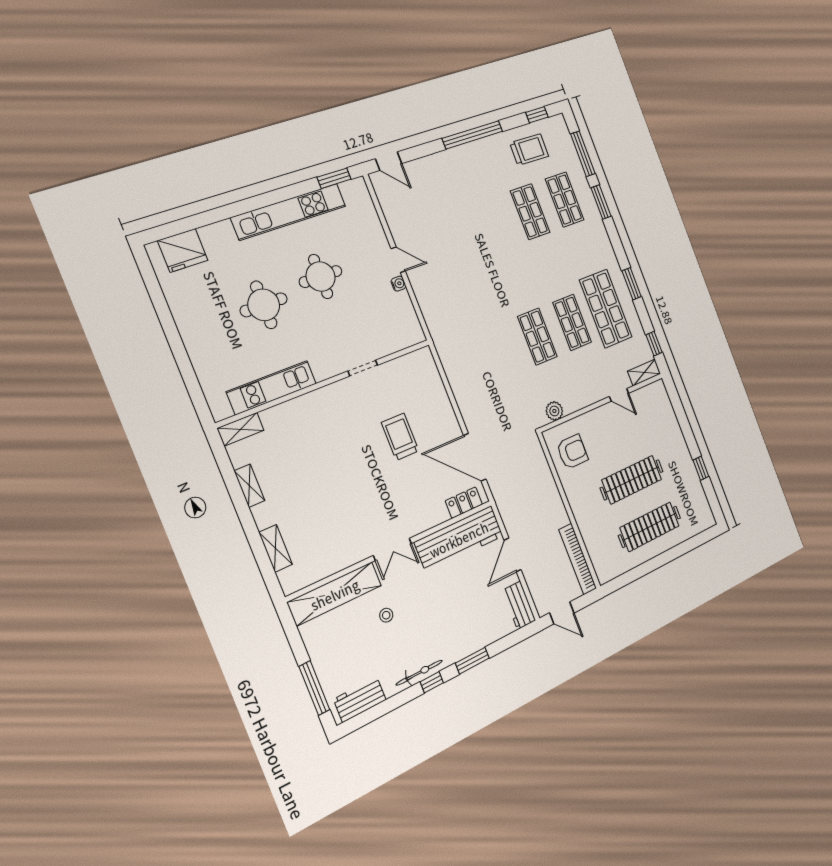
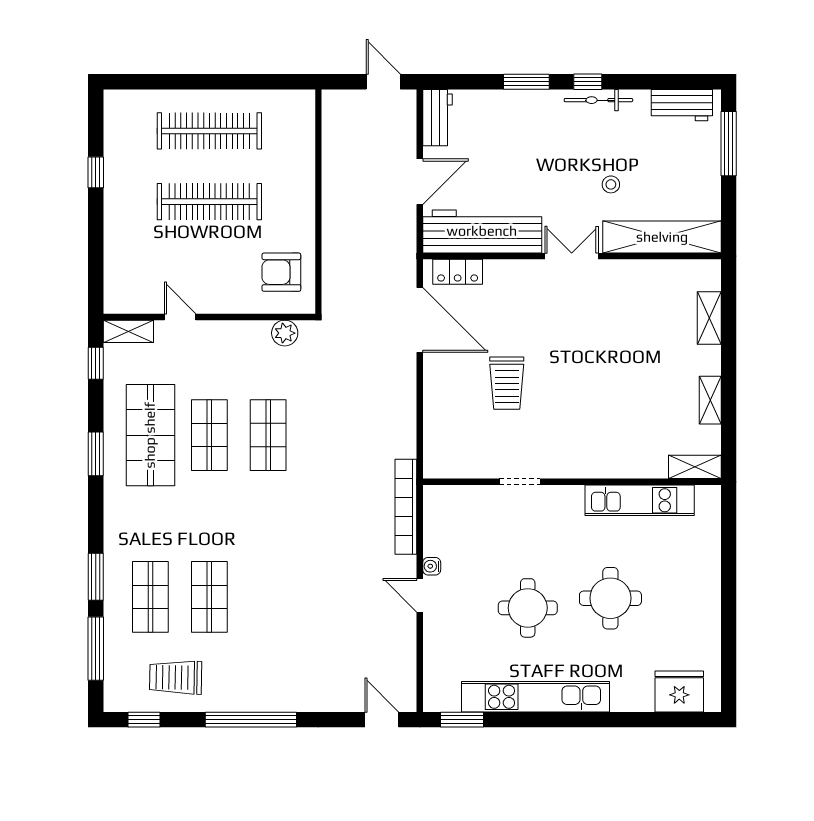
bookcase: (578, 559) -> (406, 507), moved, turned 180

